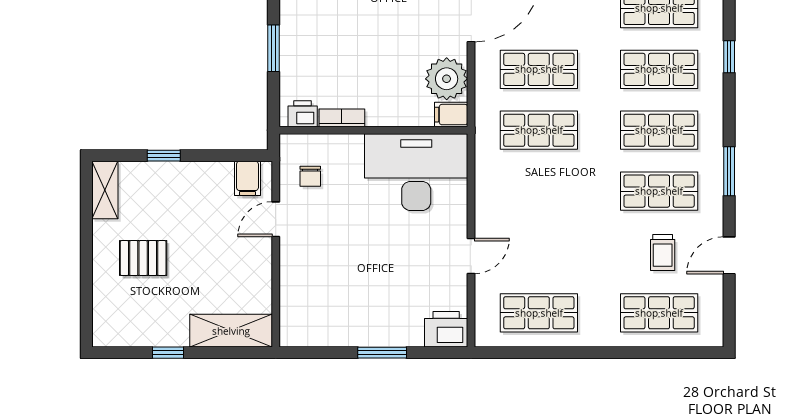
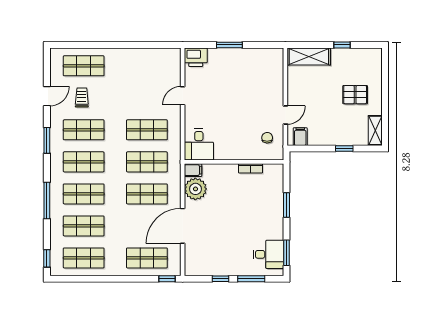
window: (729, 57) -> (47, 201), width x2.17
printer: (303, 114) -> (271, 171), removed
desk: (416, 172) -> (199, 145), width x0.53, depth x0.77
shop shelf: (539, 313) -> (147, 130), moved

